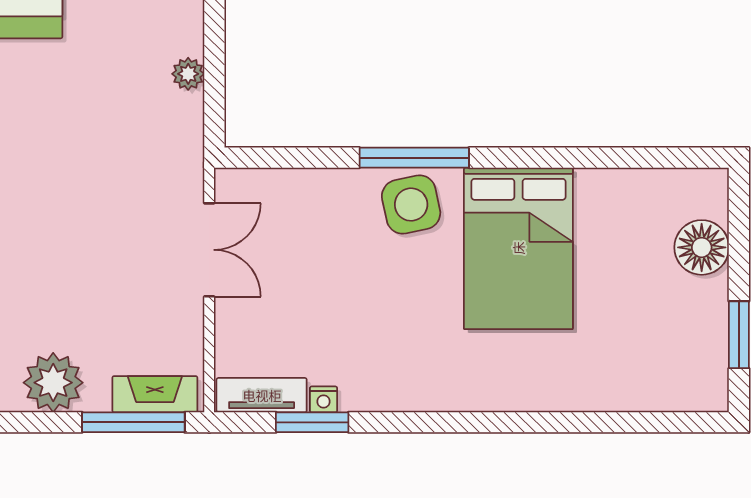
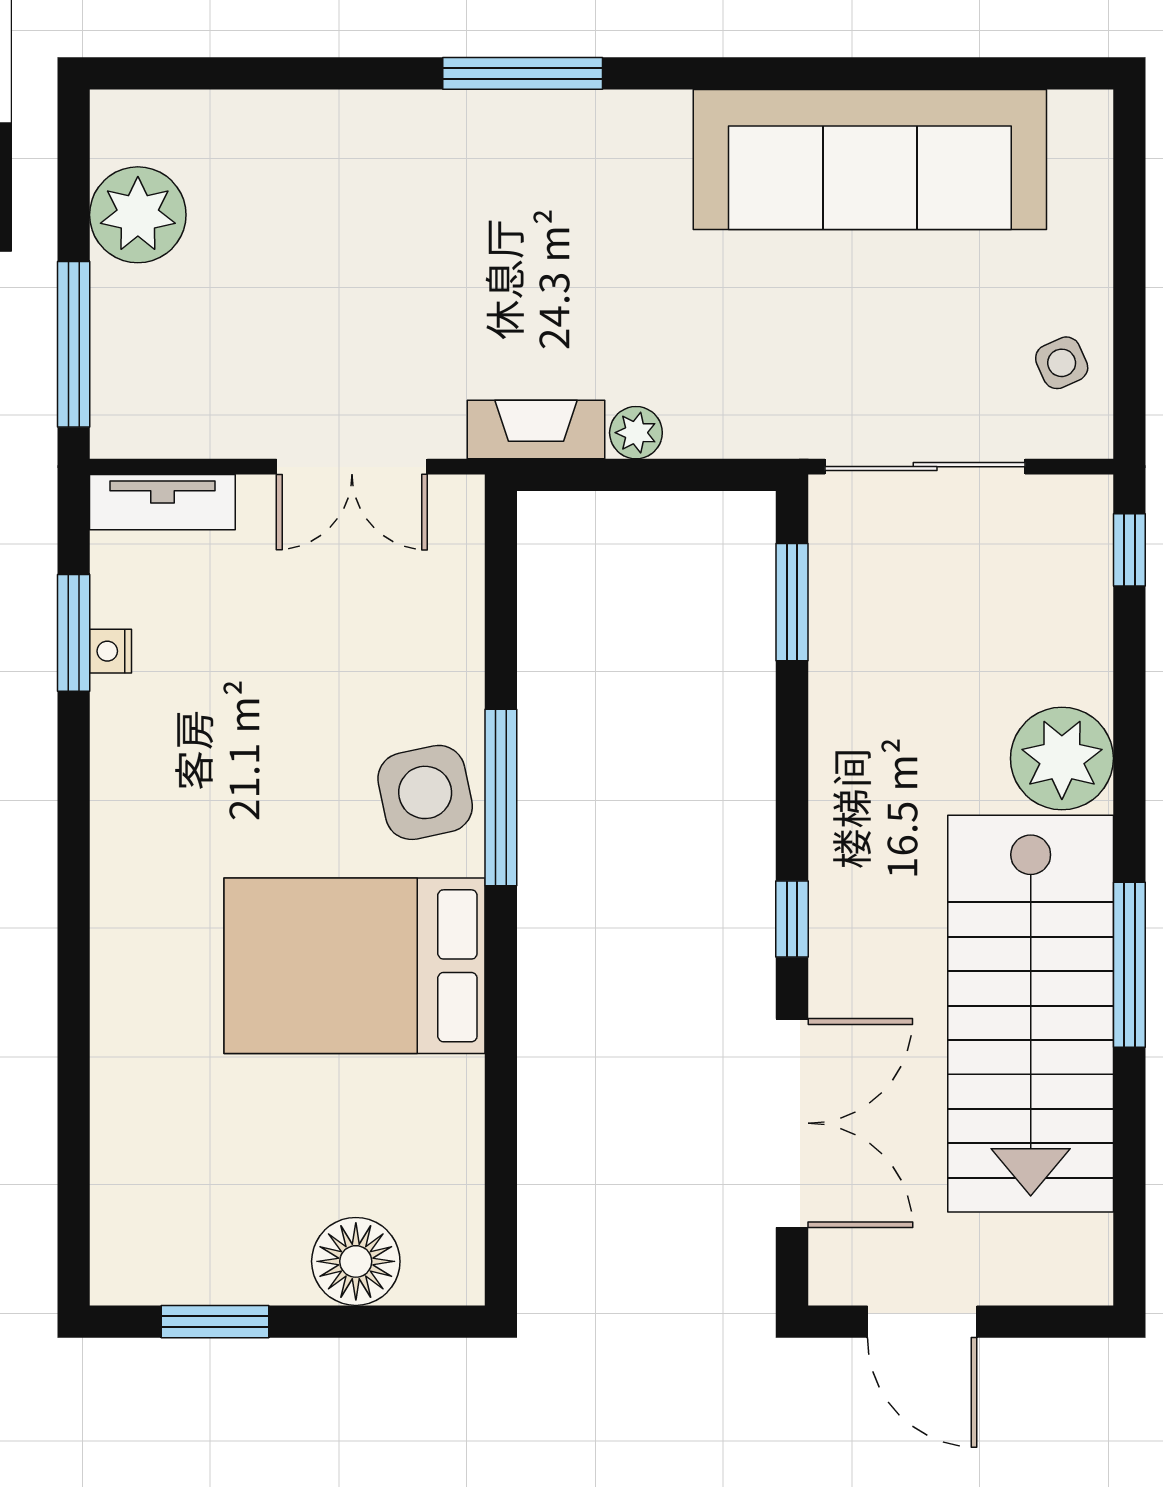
fireplace: (155, 394) -> (536, 430), moved, turned -90
tv unit: (262, 395) -> (162, 502), moved, turned 90

